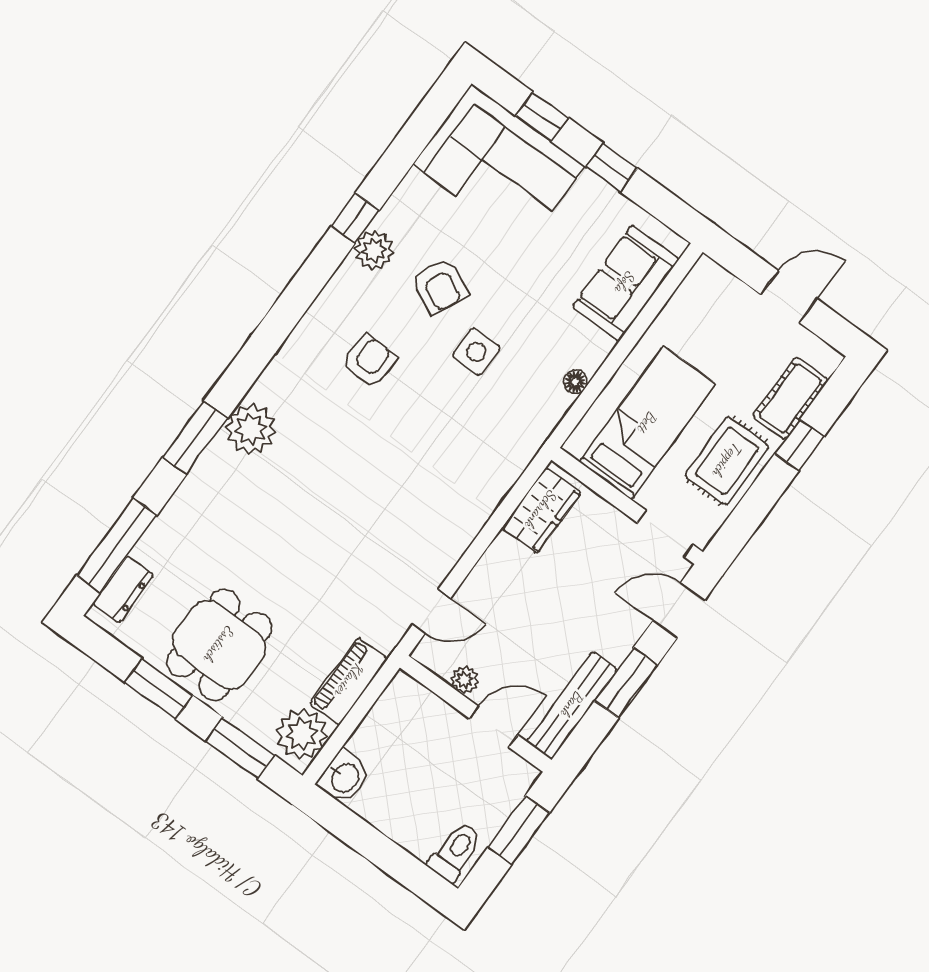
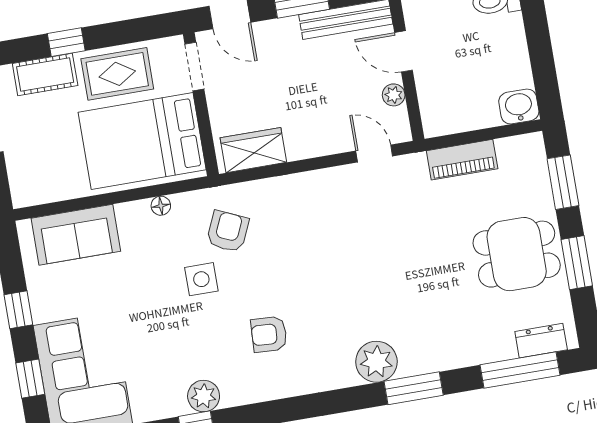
armchair: (440, 286) -> (228, 231), moved
bed: (647, 423) -> (142, 141), width x1.50
plant: (302, 734) -> (519, 156), removed

